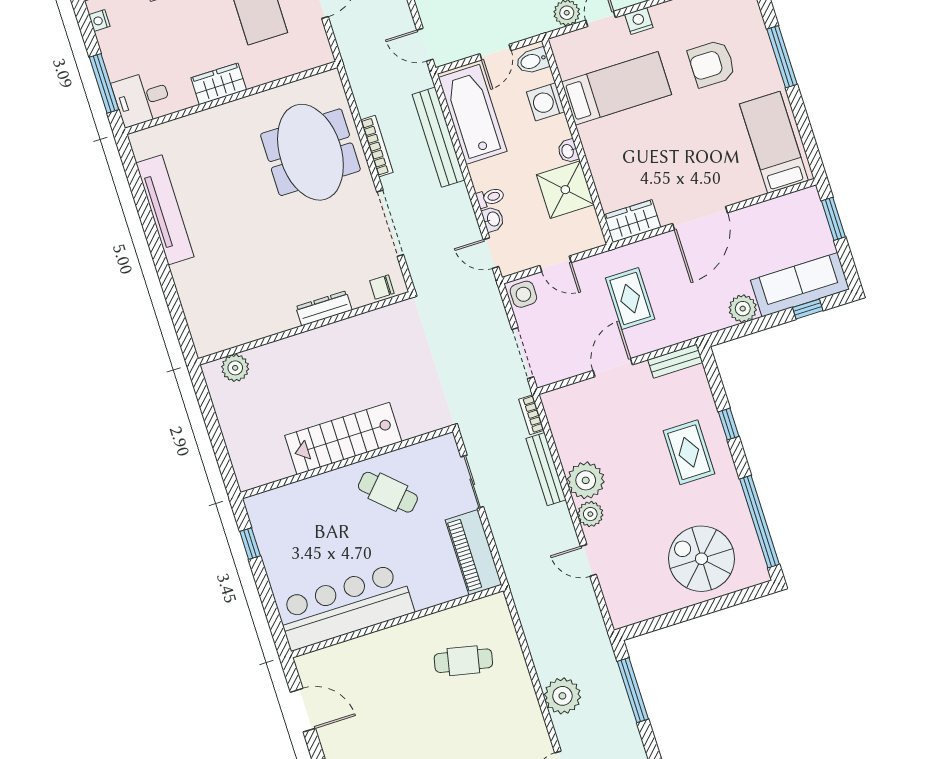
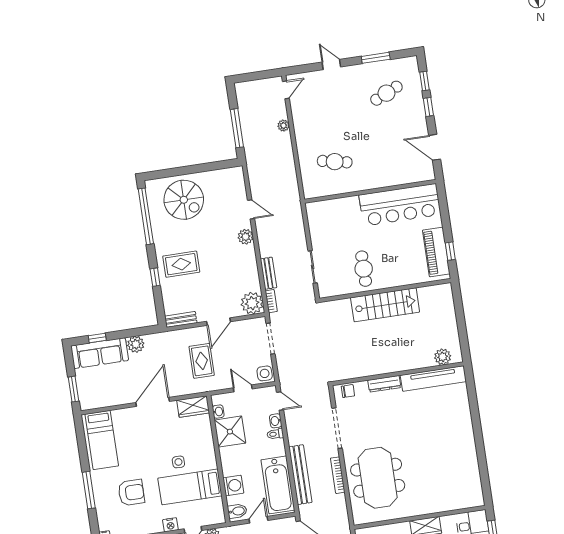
side table: (642, 126) -> (178, 462), added
washbasin: (568, 151) -> (218, 412), moved
tv unit: (165, 210) -> (433, 378), moved, turned -90
rug: (689, 452) -> (181, 264), turned 90
bench: (546, 469) -> (268, 273), width x0.73
plant: (586, 480) -> (252, 303), moved
cafe table: (388, 492) -> (364, 269), turned 47
piano: (473, 552) -> (436, 252), moved, turned 180
plant: (562, 696) -> (284, 126), width x0.53, depth x0.53

